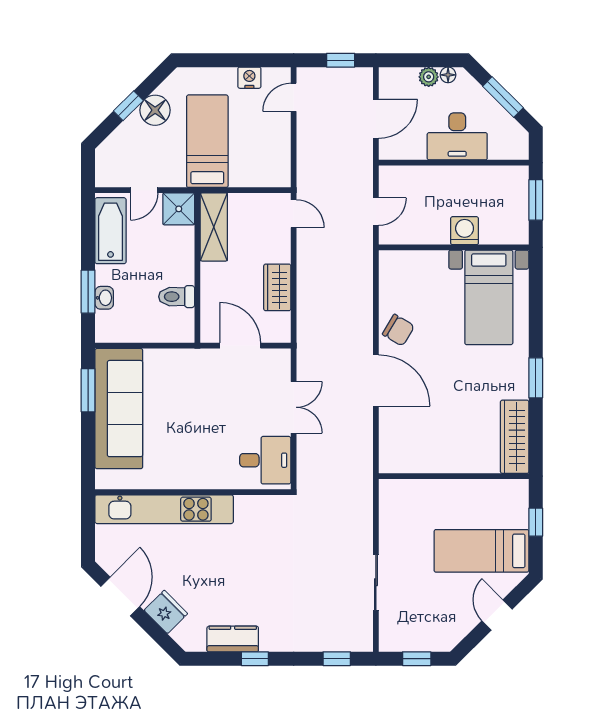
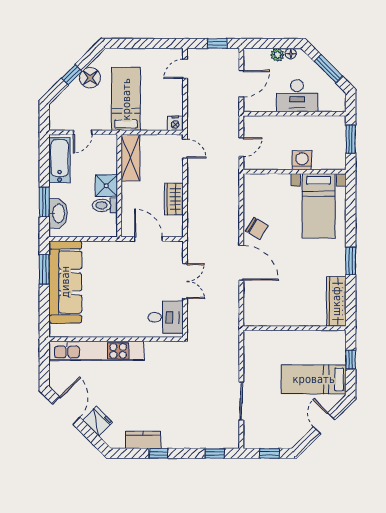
nightstand: (249, 78) -> (175, 123), moved, turned 180
shower: (179, 209) -> (106, 186), moved
washbasin: (104, 298) -> (58, 213), width x1.91, depth x1.45

